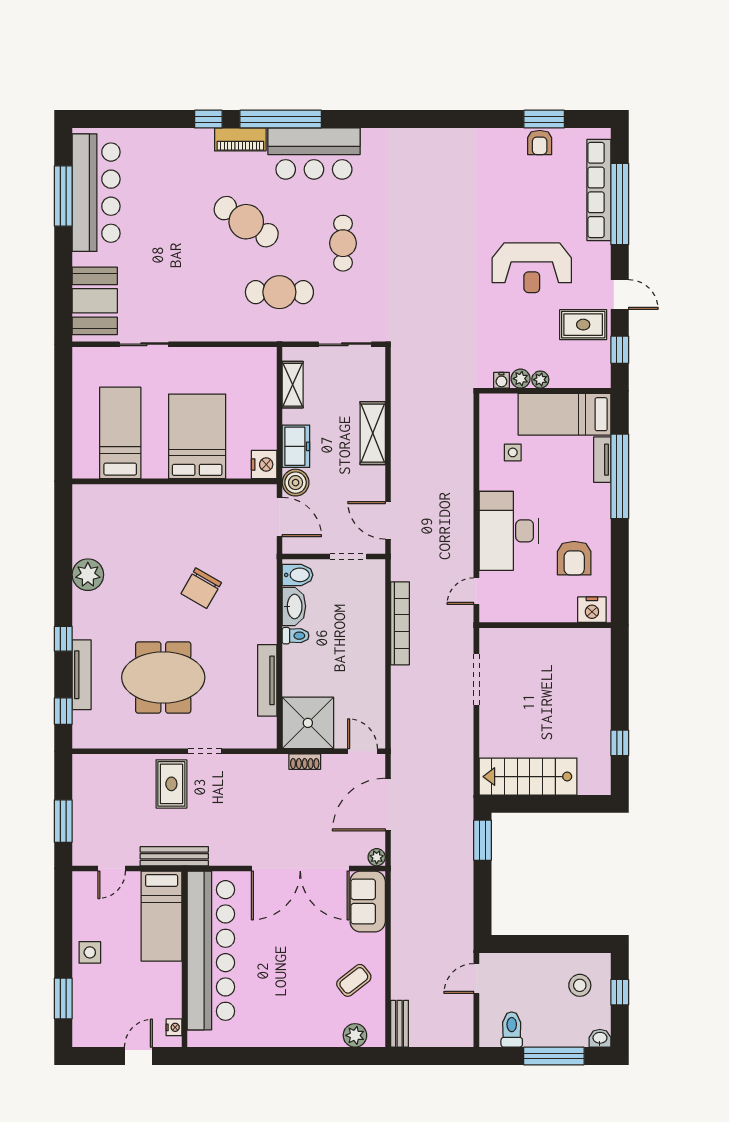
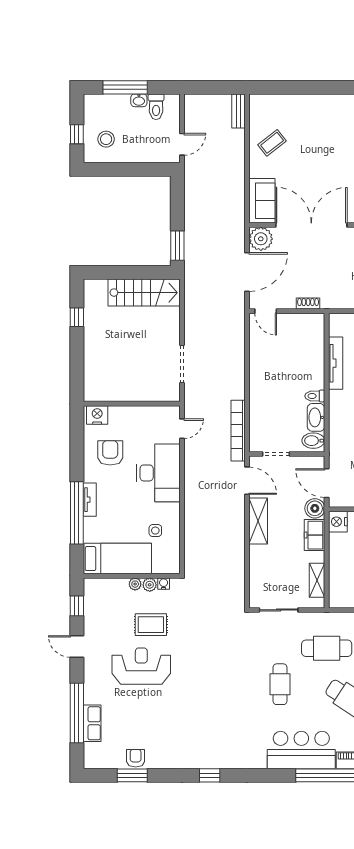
window: (439, 119) -> (210, 775), added
row of seats: (599, 190) -> (92, 723), width x0.50
rug: (583, 325) -> (151, 625), moved
shelving: (373, 433) -> (258, 521), moved
tv unit: (602, 460) -> (90, 500), moved
bookcase: (400, 623) -> (238, 431), moved
shower: (308, 723) -> (306, 332), removed
plant: (377, 857) -> (261, 239), width x1.88, depth x1.88
plant: (355, 1035) -> (271, 102), removed
washbasin: (600, 1038) -> (139, 100), moved

